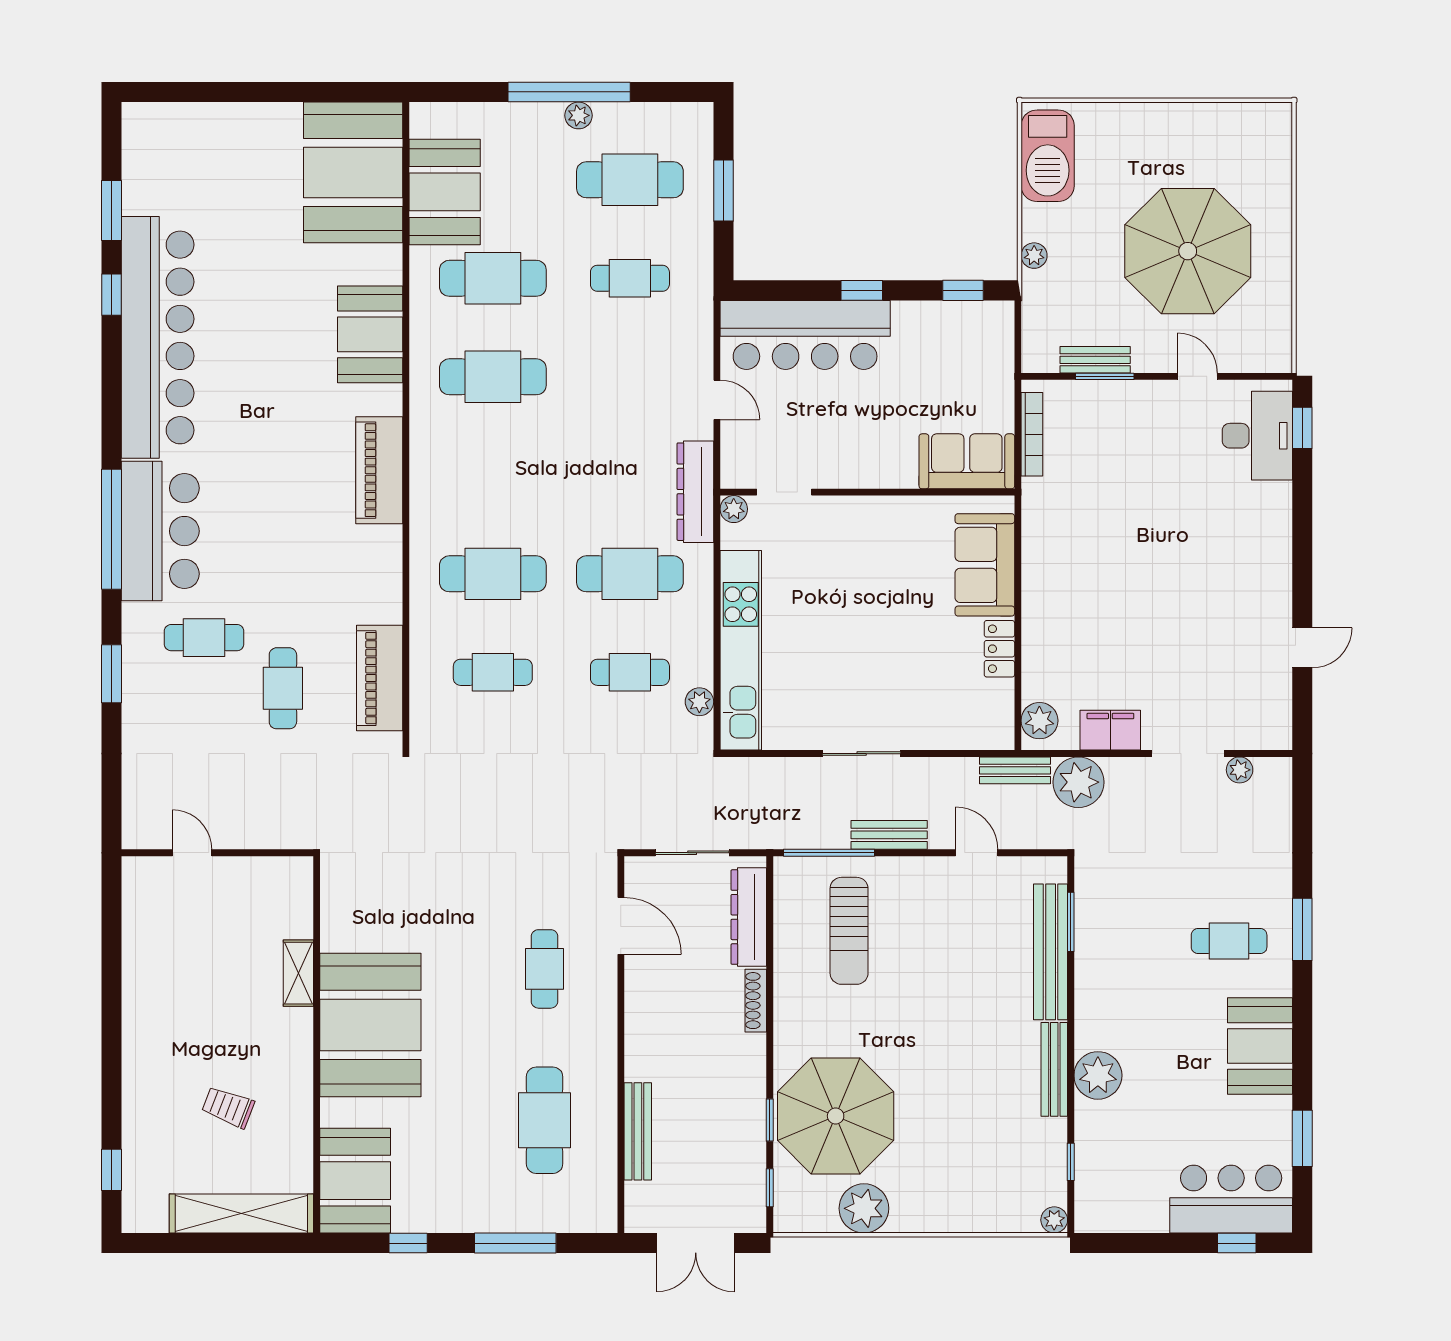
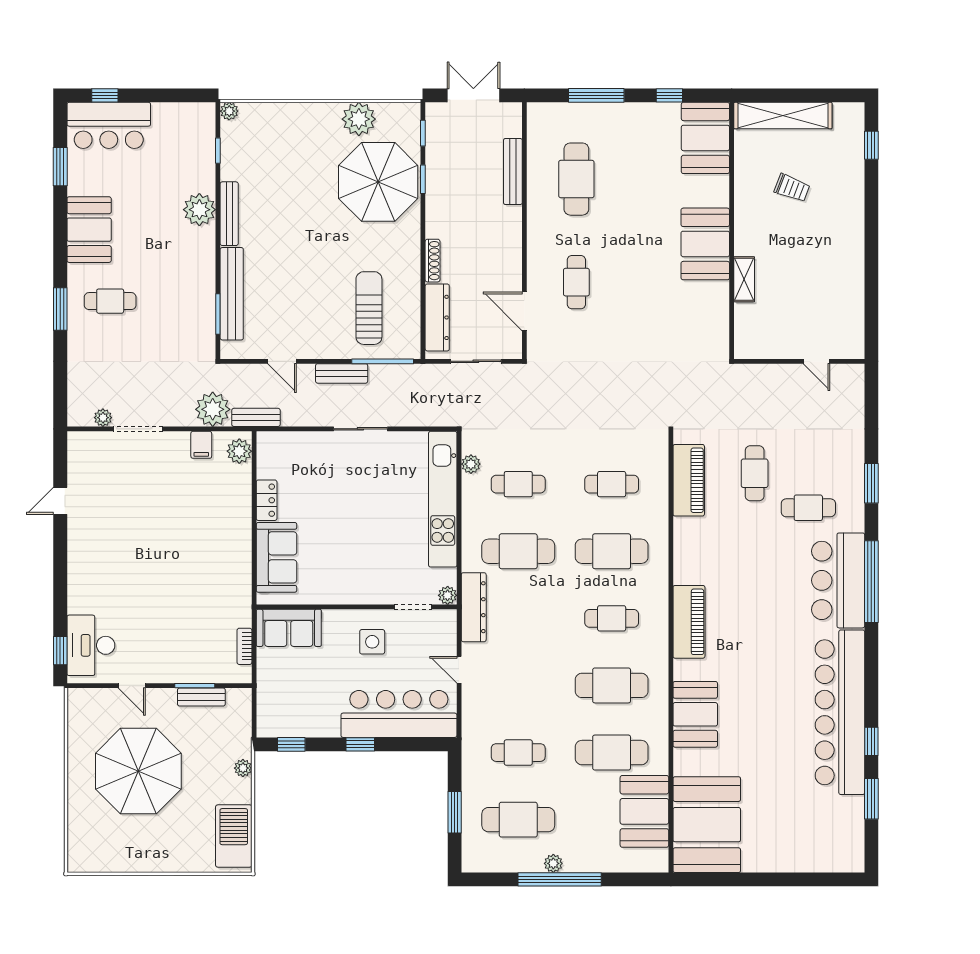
bookcase: (1032, 434) -> (244, 646), width x0.64
side table: (844, 441) -> (372, 642), added
cafe table: (493, 475) -> (612, 618), added
filing cabinet: (1110, 730) -> (201, 445), width x0.50
booth: (370, 1025) -> (705, 244), width x0.73, depth x0.70

